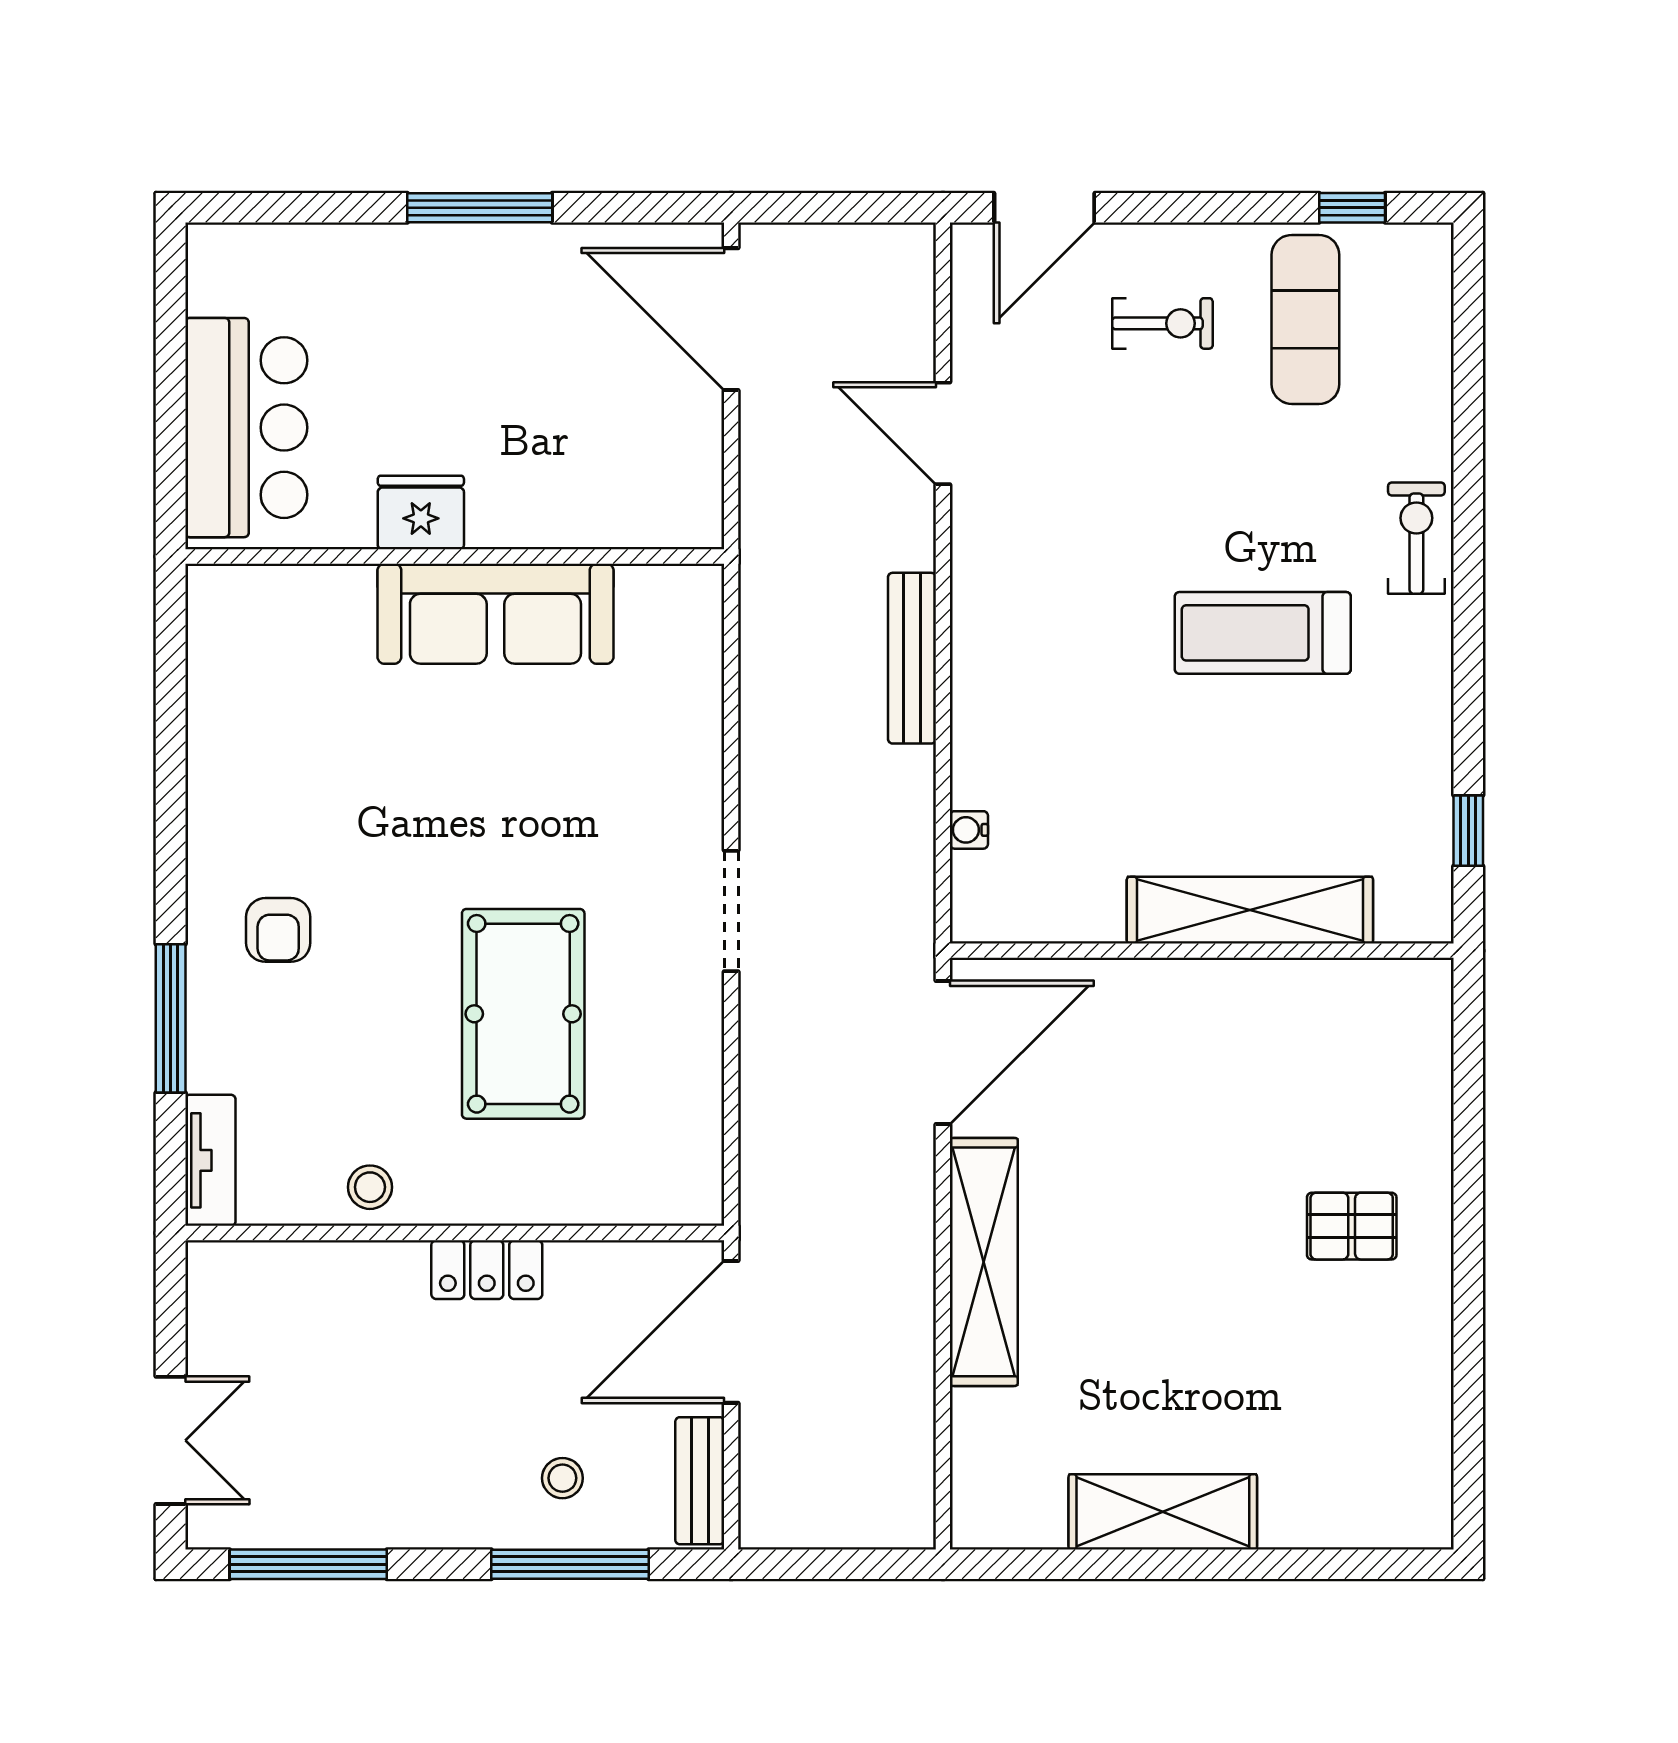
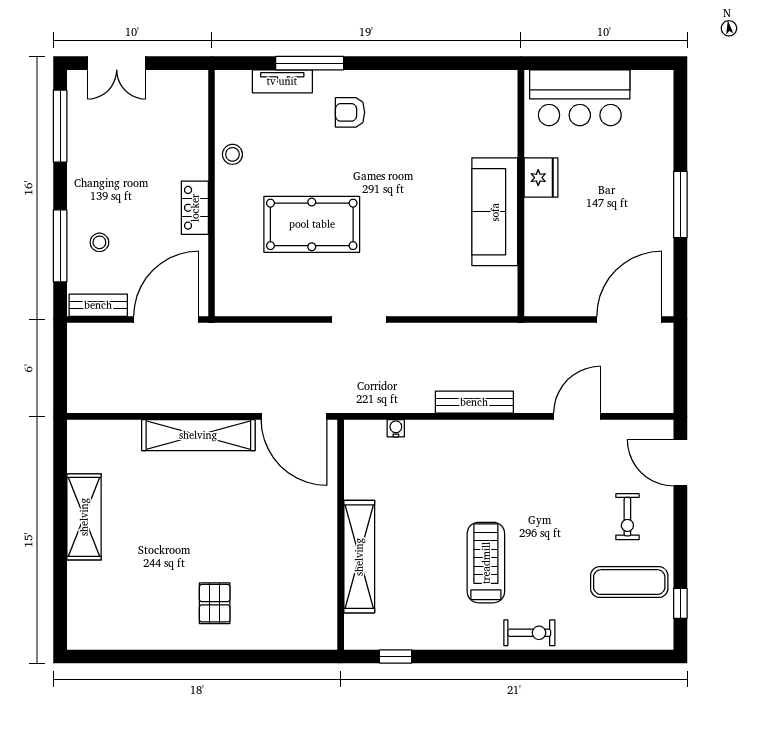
tv unit: (210, 1160) -> (282, 81), moved
door: (731, 1332) -> (166, 319), hinge flipped

